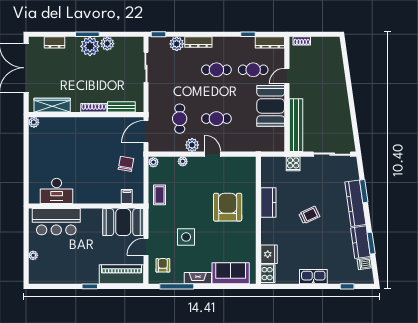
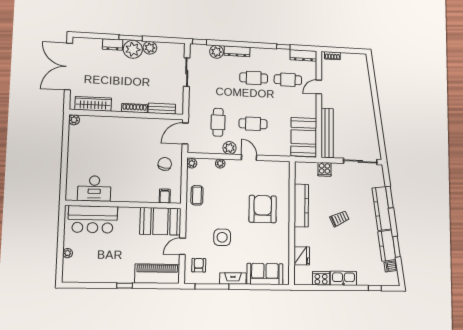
dresser: (54, 42) -> (113, 45), moved
booth: (271, 106) -> (304, 137), moved
kitchen counter: (268, 202) -> (301, 205), width x1.50
cooker: (268, 274) -> (321, 278), moved, turned -90

